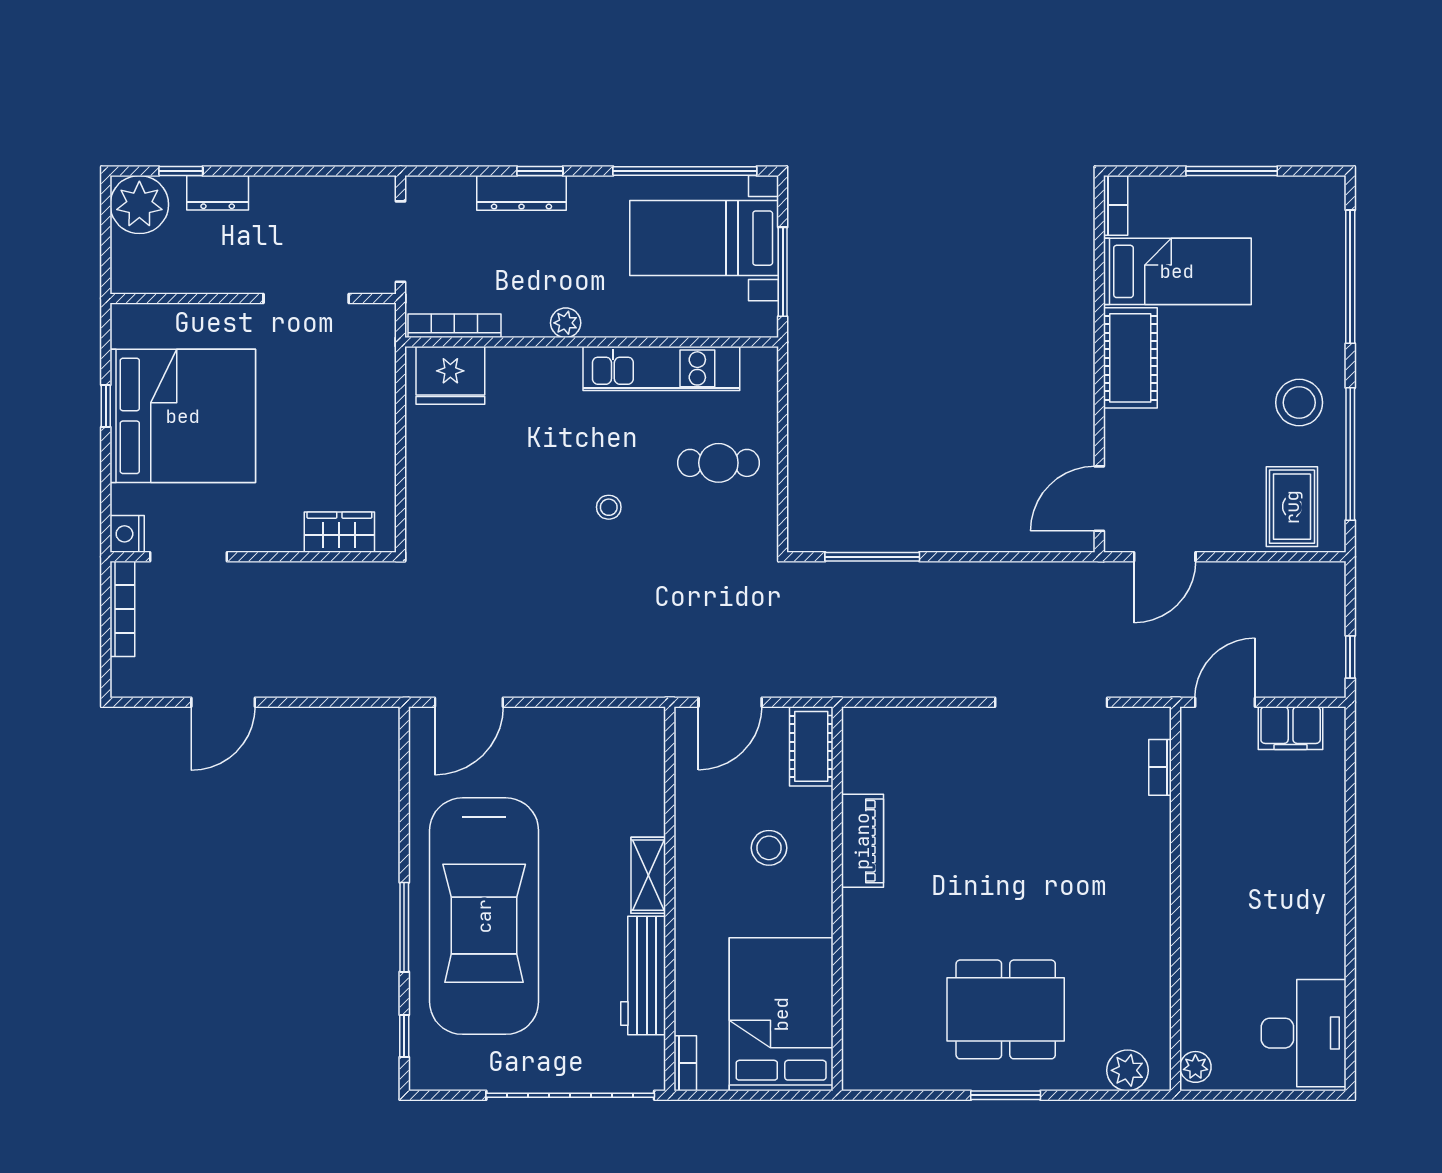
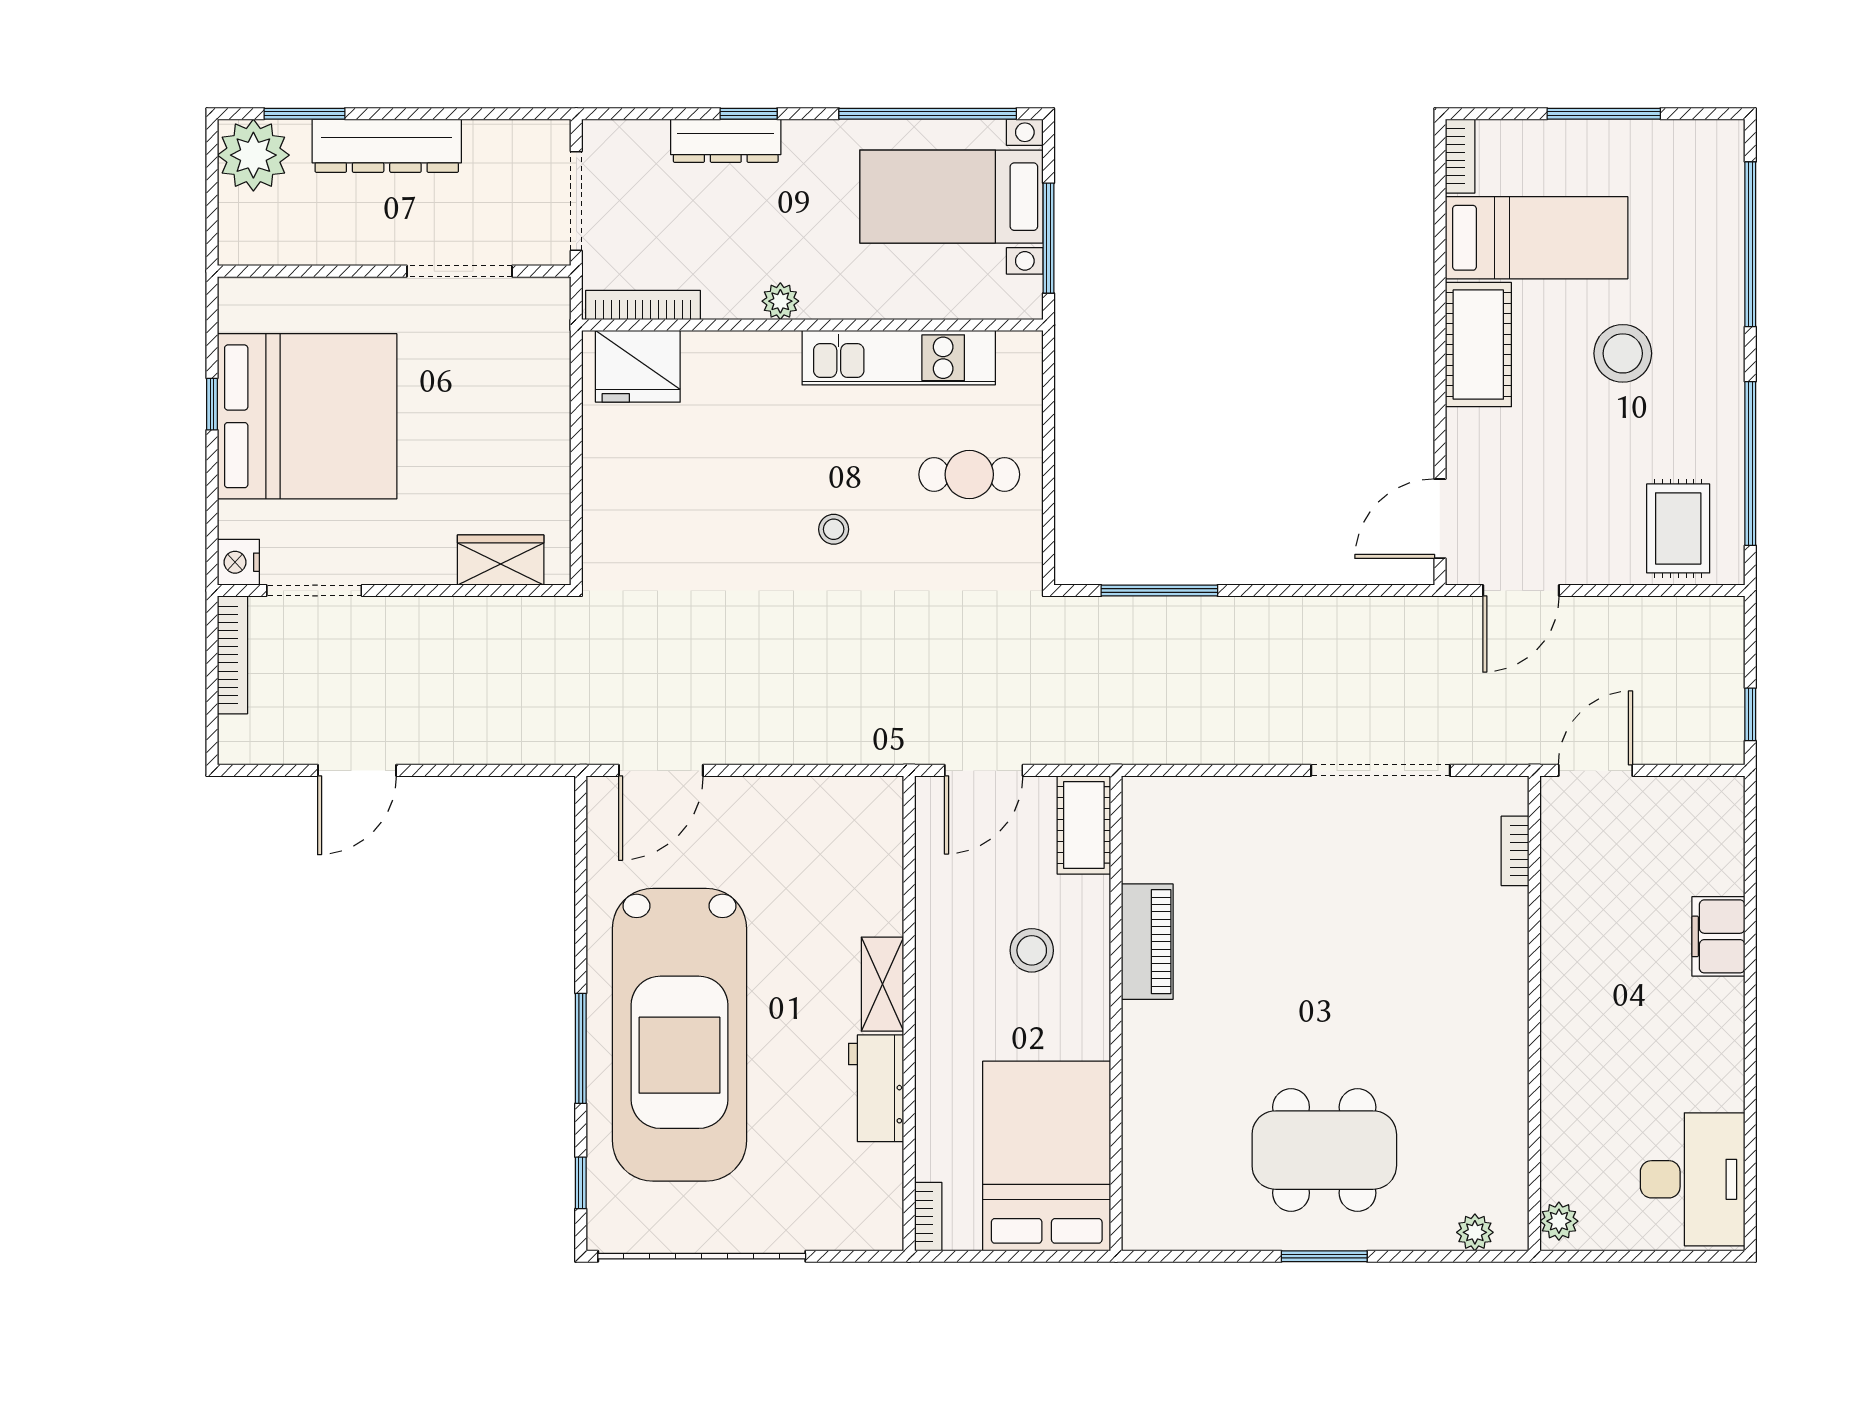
window: (181, 171) -> (305, 114), width x1.50
dresser: (218, 193) -> (387, 146), width x1.96, depth x1.24
stool: (1299, 403) -> (1623, 353), moved
filing cabinet: (1291, 728) -> (1718, 936), moved, turned 90
workbench: (643, 976) -> (876, 1088), width x0.73
plant: (1127, 1070) -> (1475, 1232), width x0.73, depth x0.73
garage door: (570, 1095) -> (702, 1256), moved

